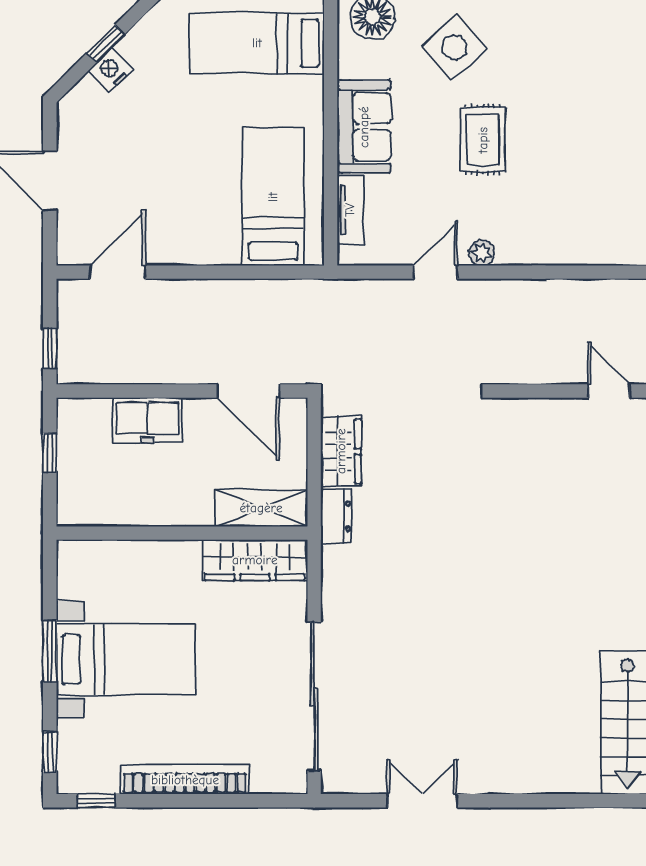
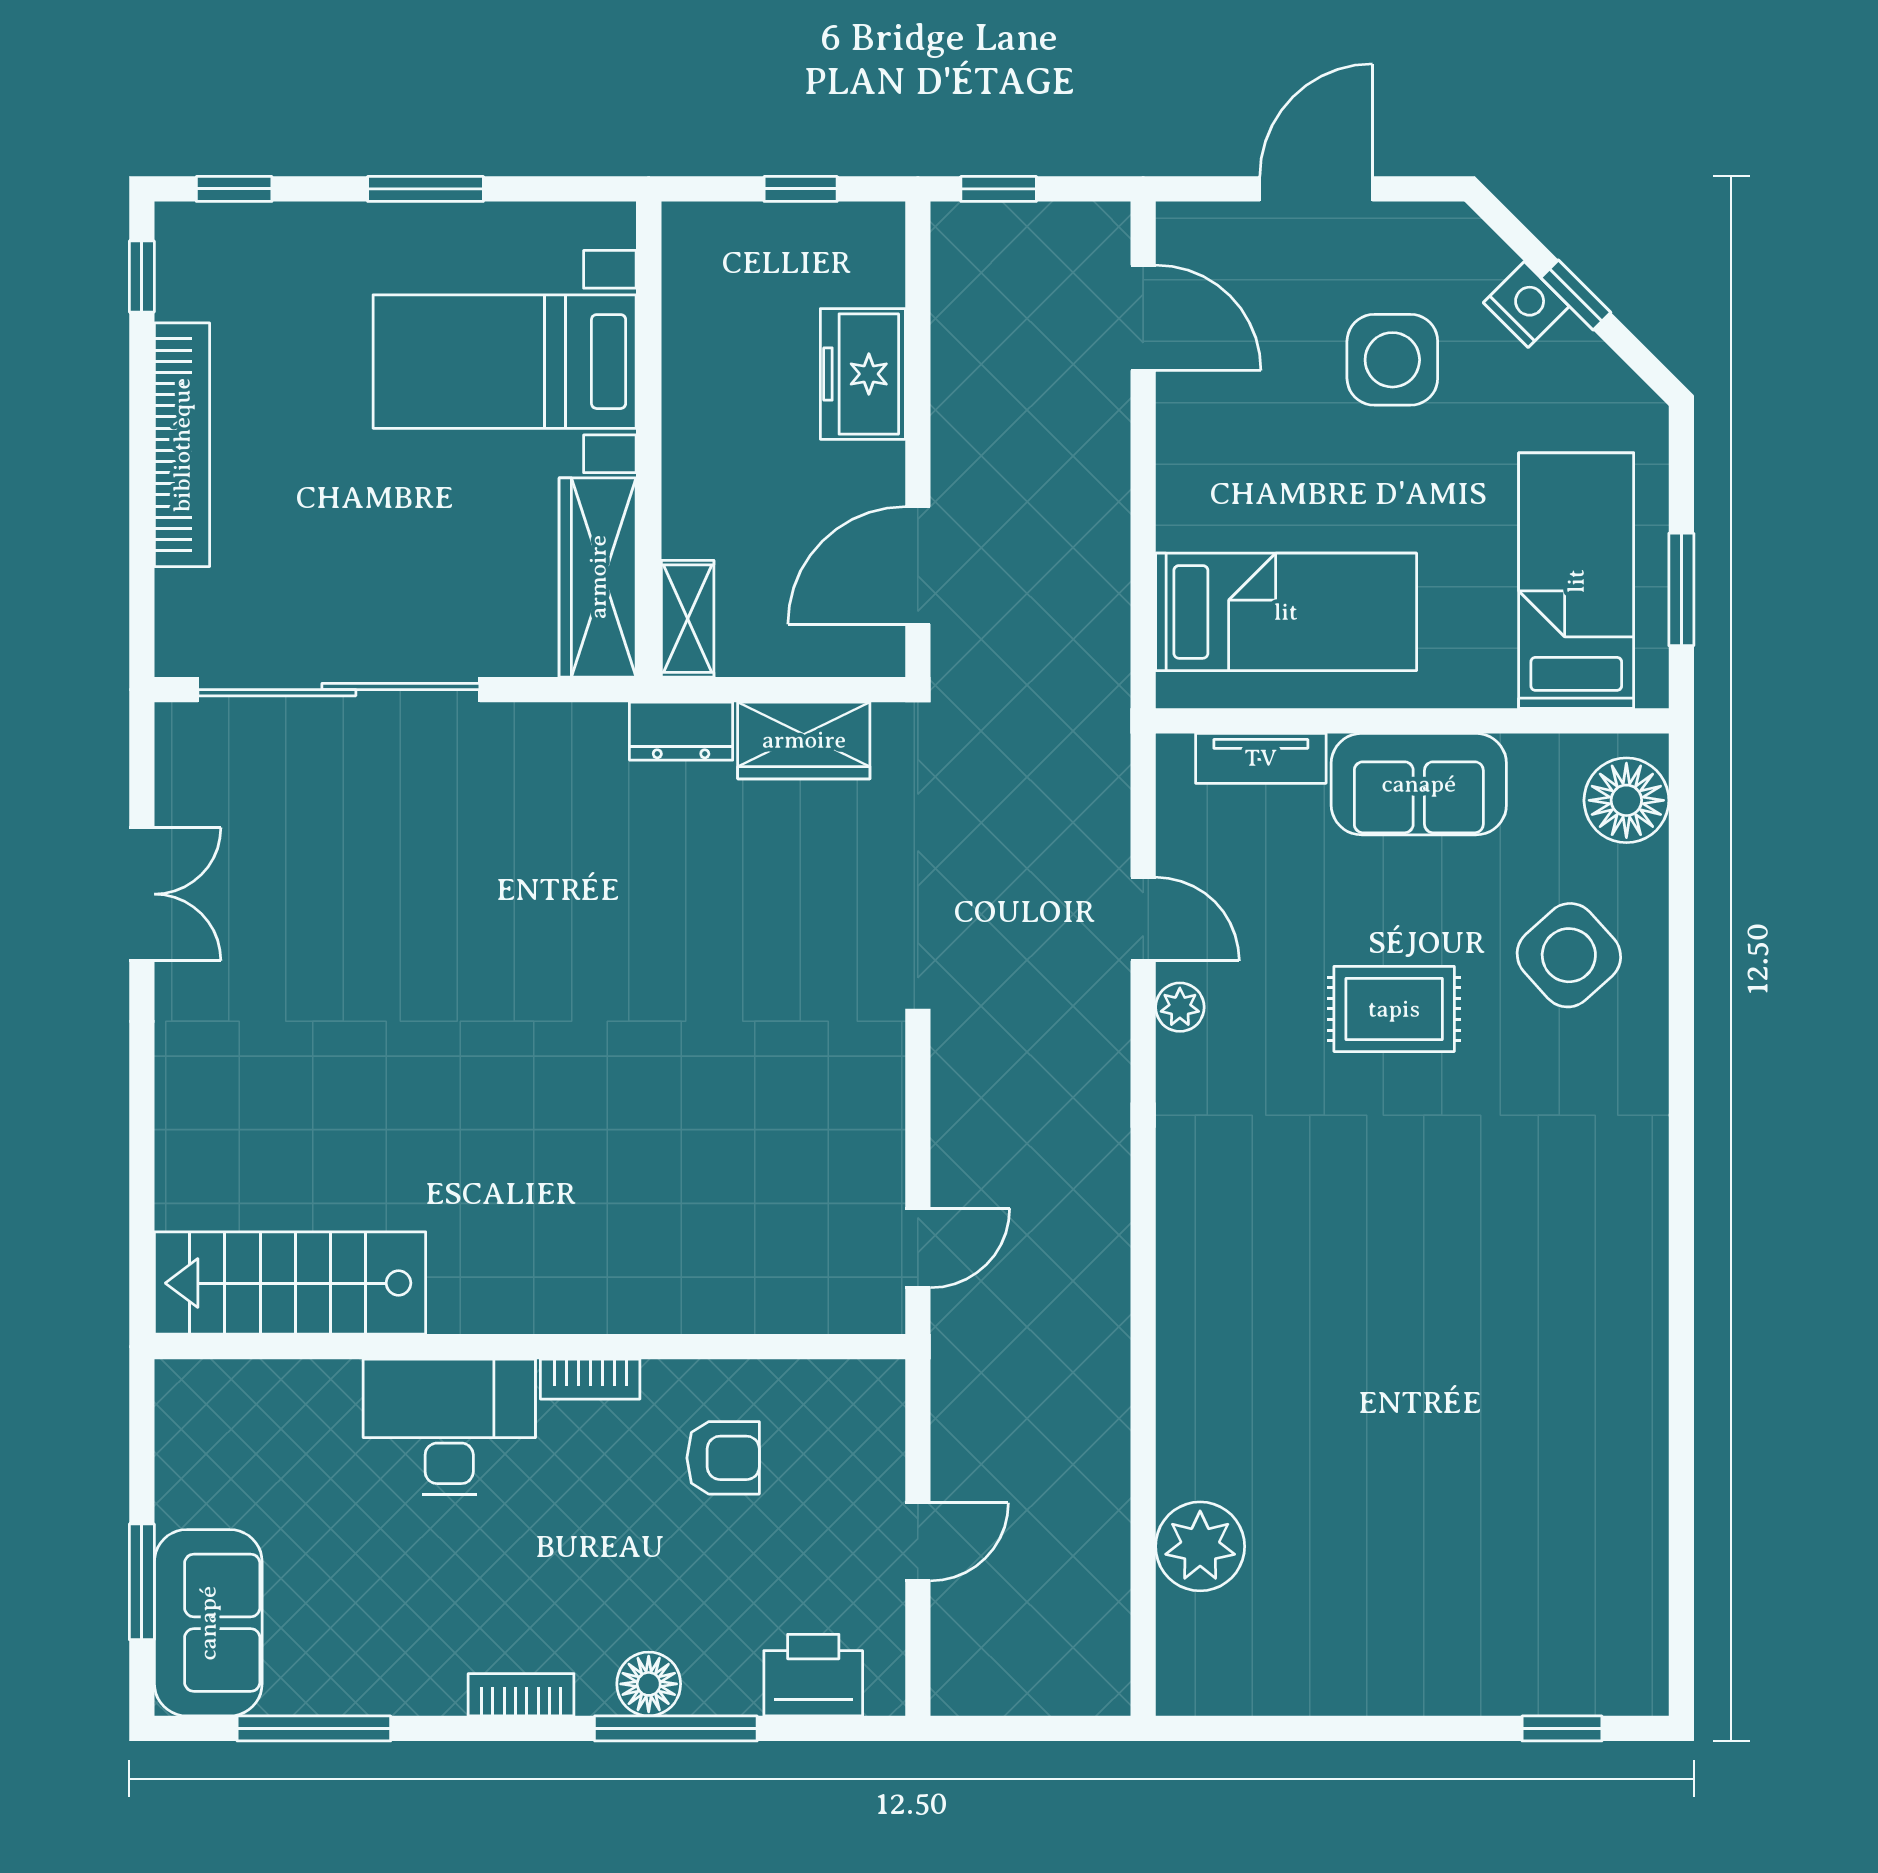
side table: (140, 141) -> (1392, 360), added
shelving: (261, 508) -> (688, 619), width x0.67, depth x0.75
bed with nightstands: (126, 659) -> (505, 362), moved, turned 90

